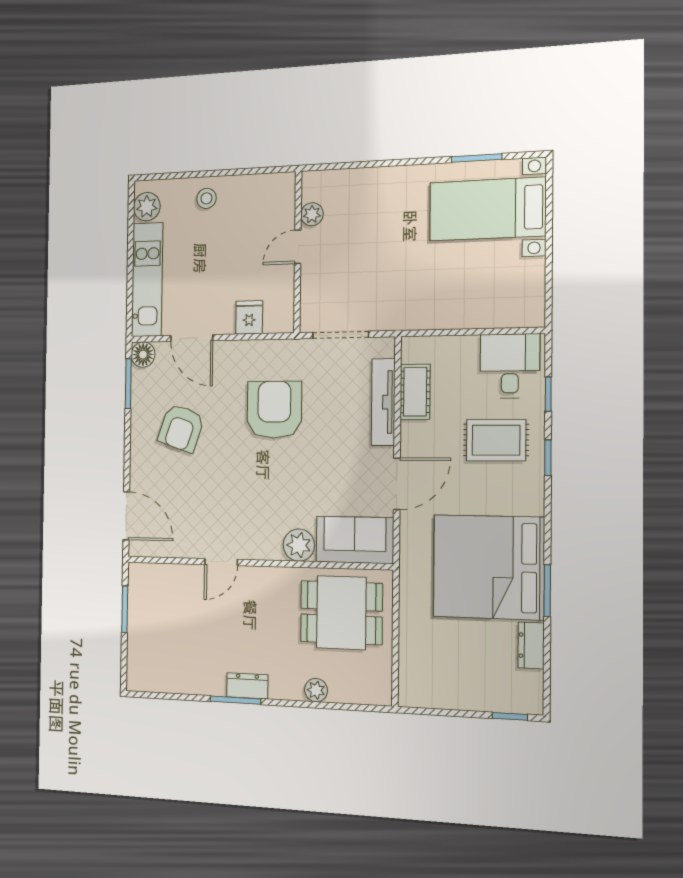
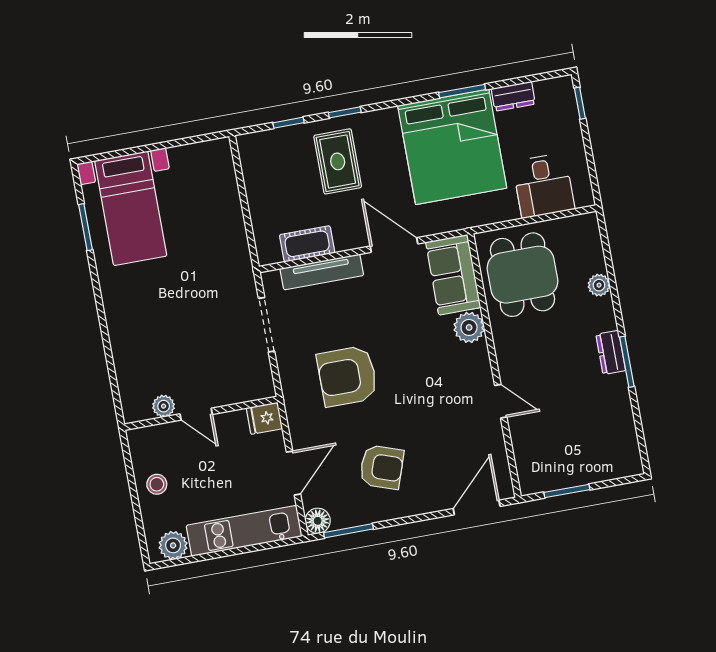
plant: (312, 214) -> (164, 406), moved
door: (298, 247) -> (196, 414), moved
wall: (298, 252) -> (201, 413), moved
desk: (510, 366) -> (543, 185), moved, turned -90

